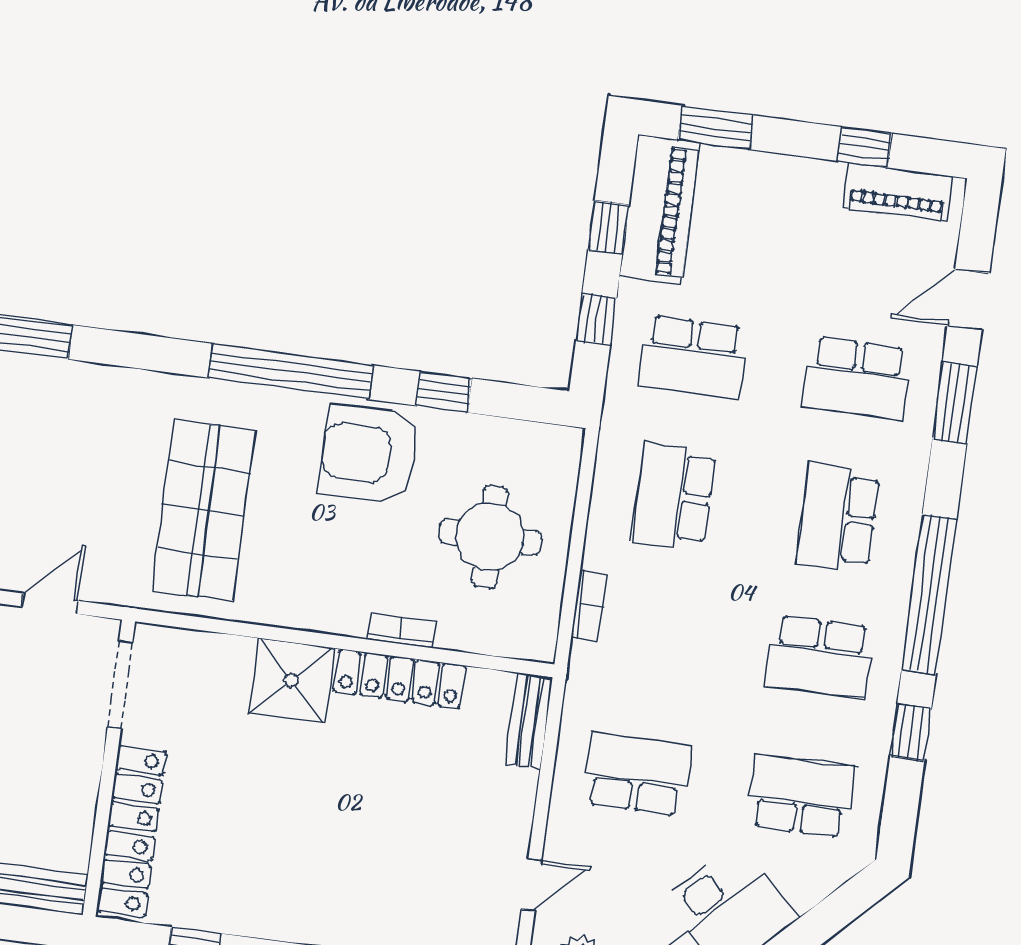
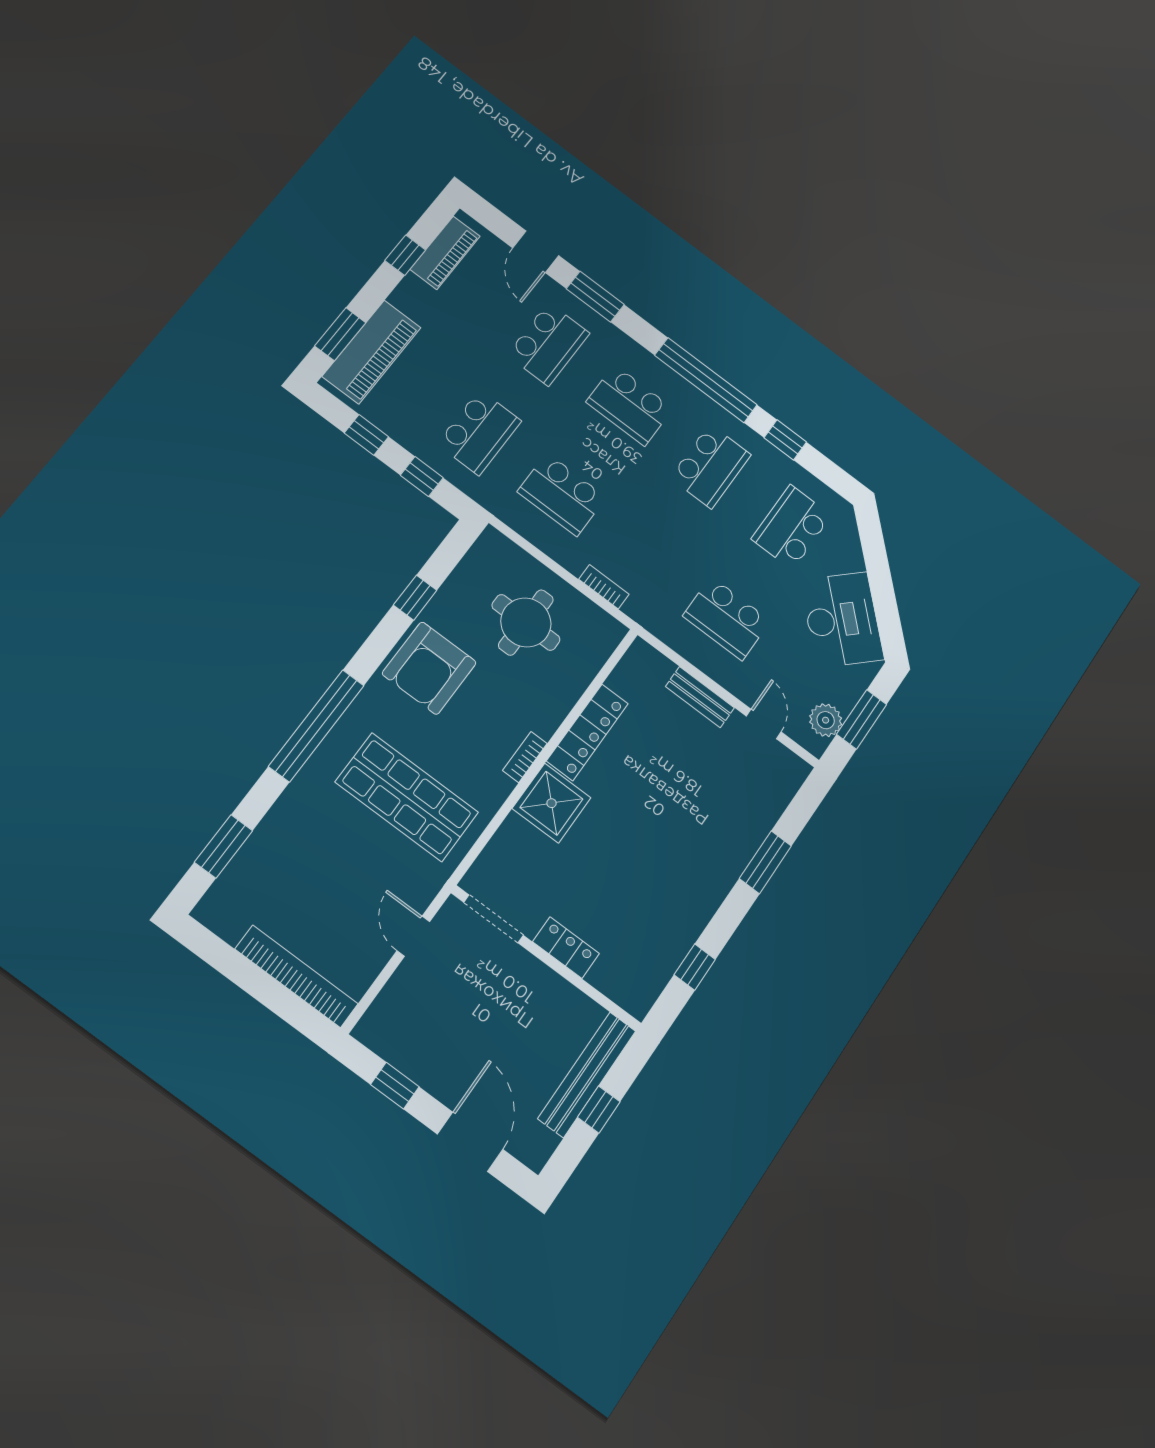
piano: (659, 209) -> (372, 352), moved, turned 90
window: (291, 372) -> (316, 726), moved
bookcase: (402, 631) -> (525, 757), moved
bench: (529, 721) -> (700, 697), moved
school desk: (637, 774) -> (727, 618), turned -90
locker: (131, 831) -> (566, 948), width x0.46, depth x0.83

